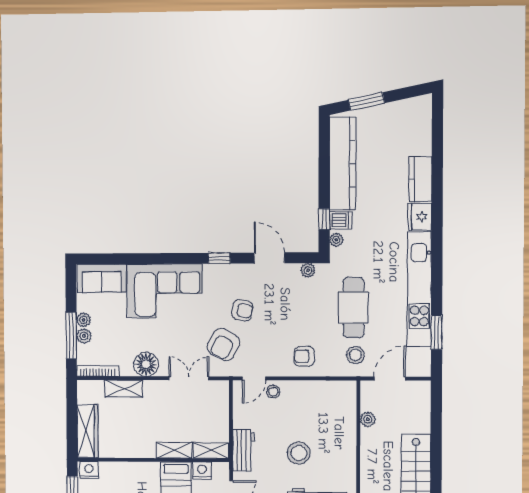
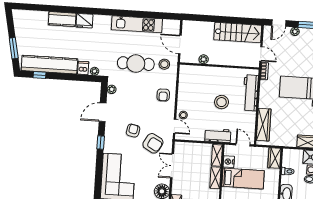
window: (324, 219) -> (40, 75), moved
kitchen unit: (419, 290) -> (137, 24), width x0.73
window: (437, 332) -> (154, 15), removed

